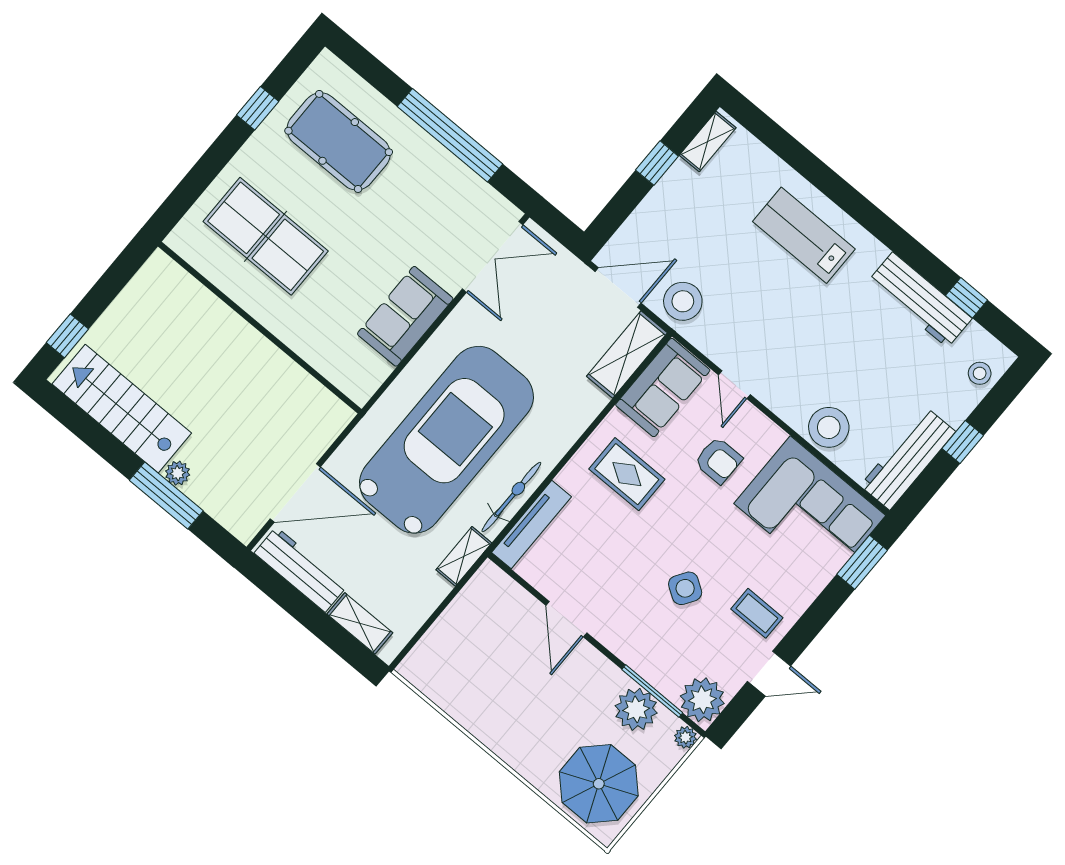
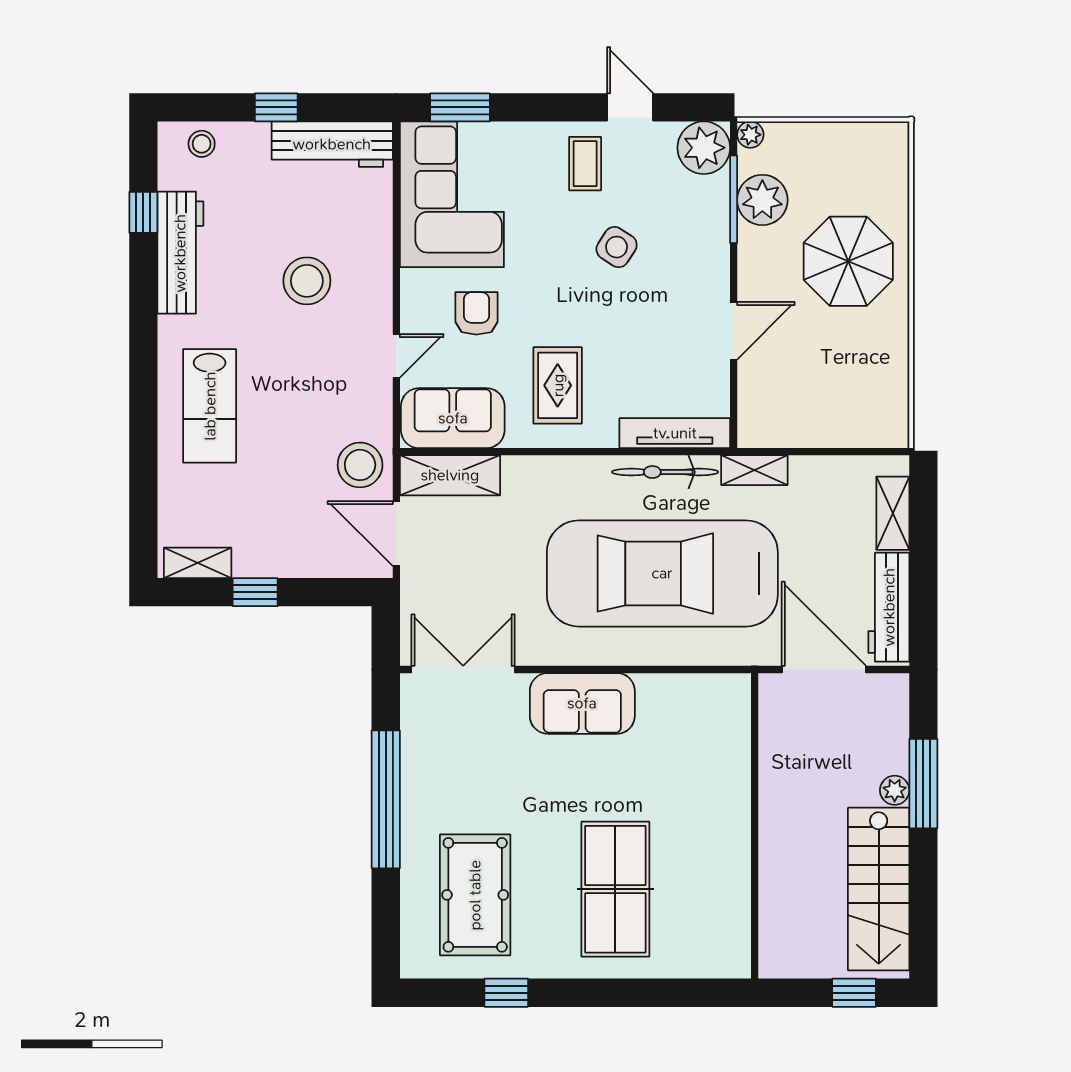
wall: (260, 328) -> (755, 826), moved
stool: (829, 427) -> (307, 281), moved
parasol: (599, 784) -> (848, 261), moved

